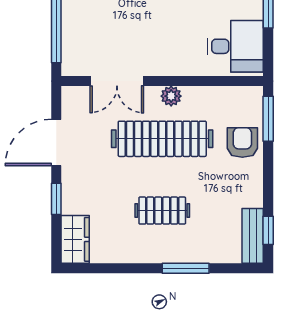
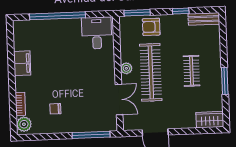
window: (56, 199) -> (187, 131), removed
window: (268, 230) -> (181, 11), moved
window: (186, 268) -> (225, 81), moved

